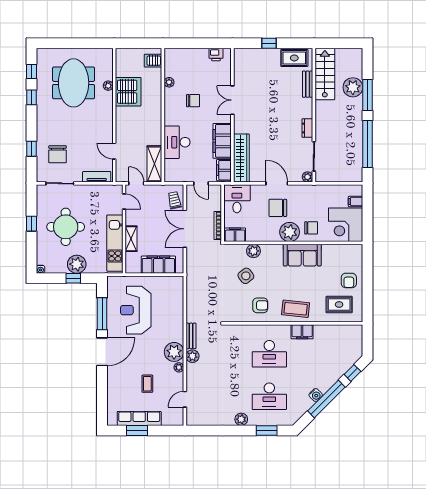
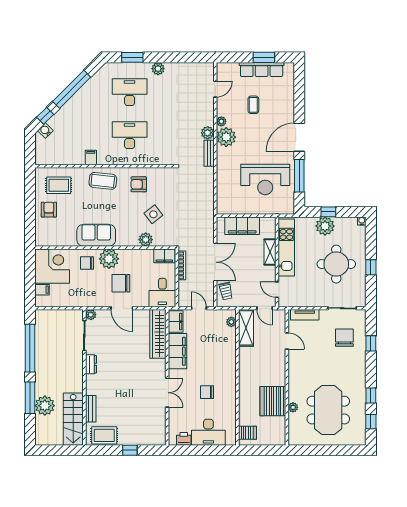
plant: (169, 82) -> (231, 322), moved
desk: (177, 142) -> (208, 432), moved, turned 90
chair: (278, 208) -> (121, 283), turned 180
reception desk: (136, 310) -> (265, 180), turned 90
filing cabinet: (302, 332) -> (91, 158), width x0.50
water cooler: (316, 395) -> (45, 131), moved

